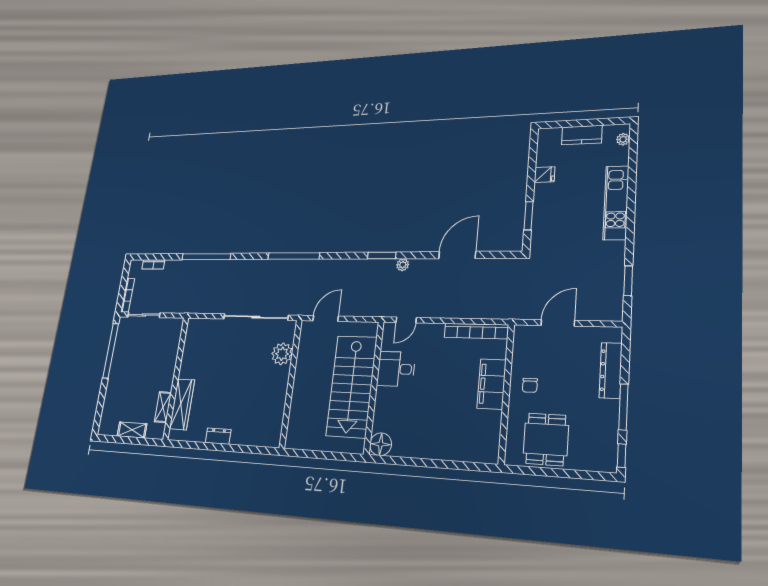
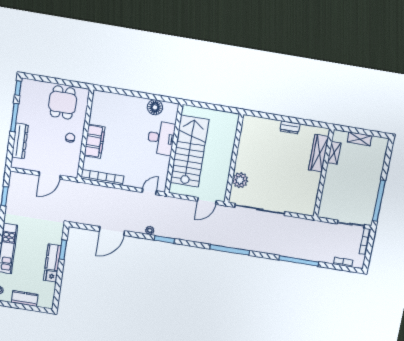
kitchen counter: (543, 202) -> (53, 257), added
desk: (396, 369) -> (161, 138), moved, width x1.37
floor lamp: (381, 444) -> (155, 107), moved

